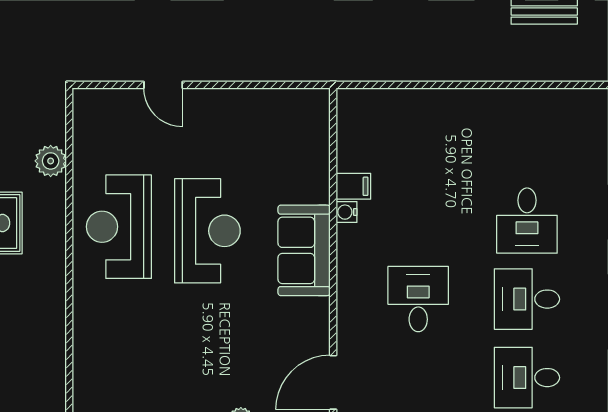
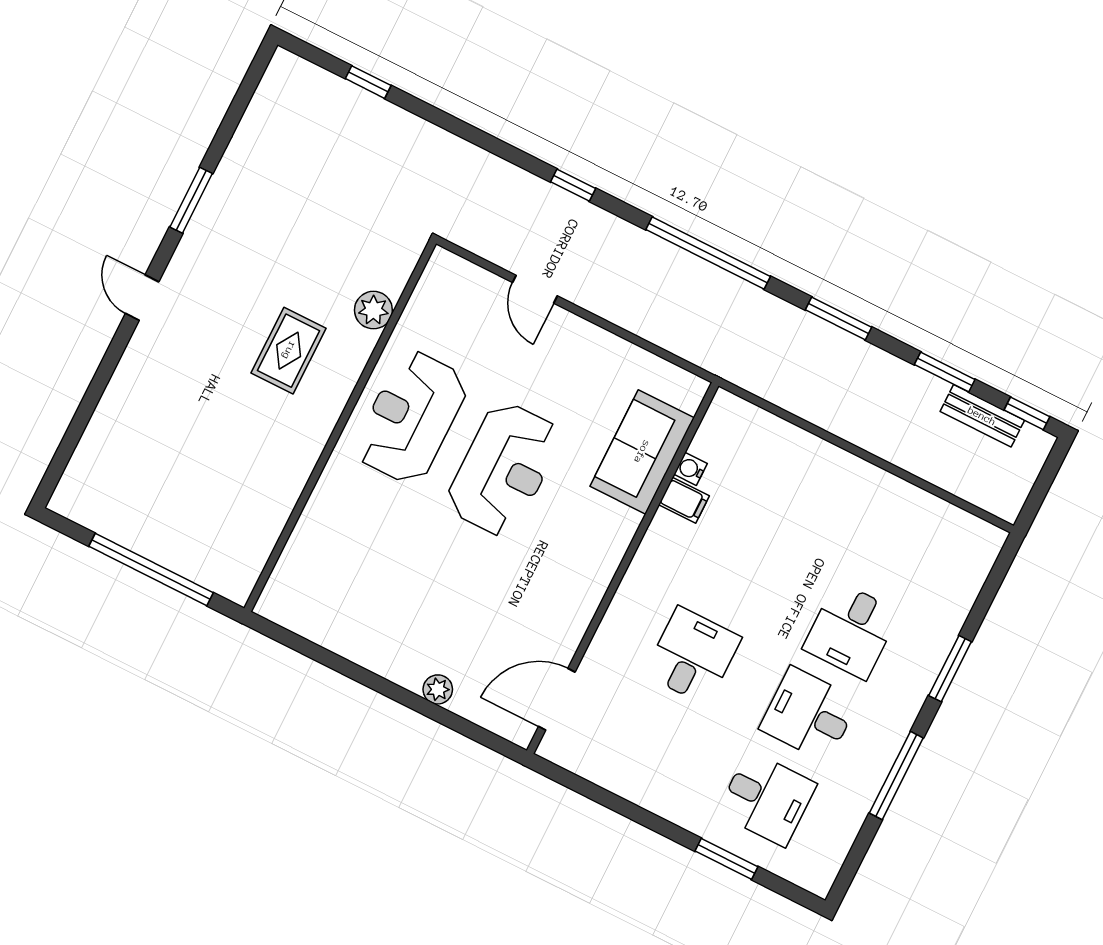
water cooler: (347, 212) -> (691, 469), moved
sofa: (304, 250) -> (642, 452), moved
desk: (527, 378) -> (767, 798), turned 180

